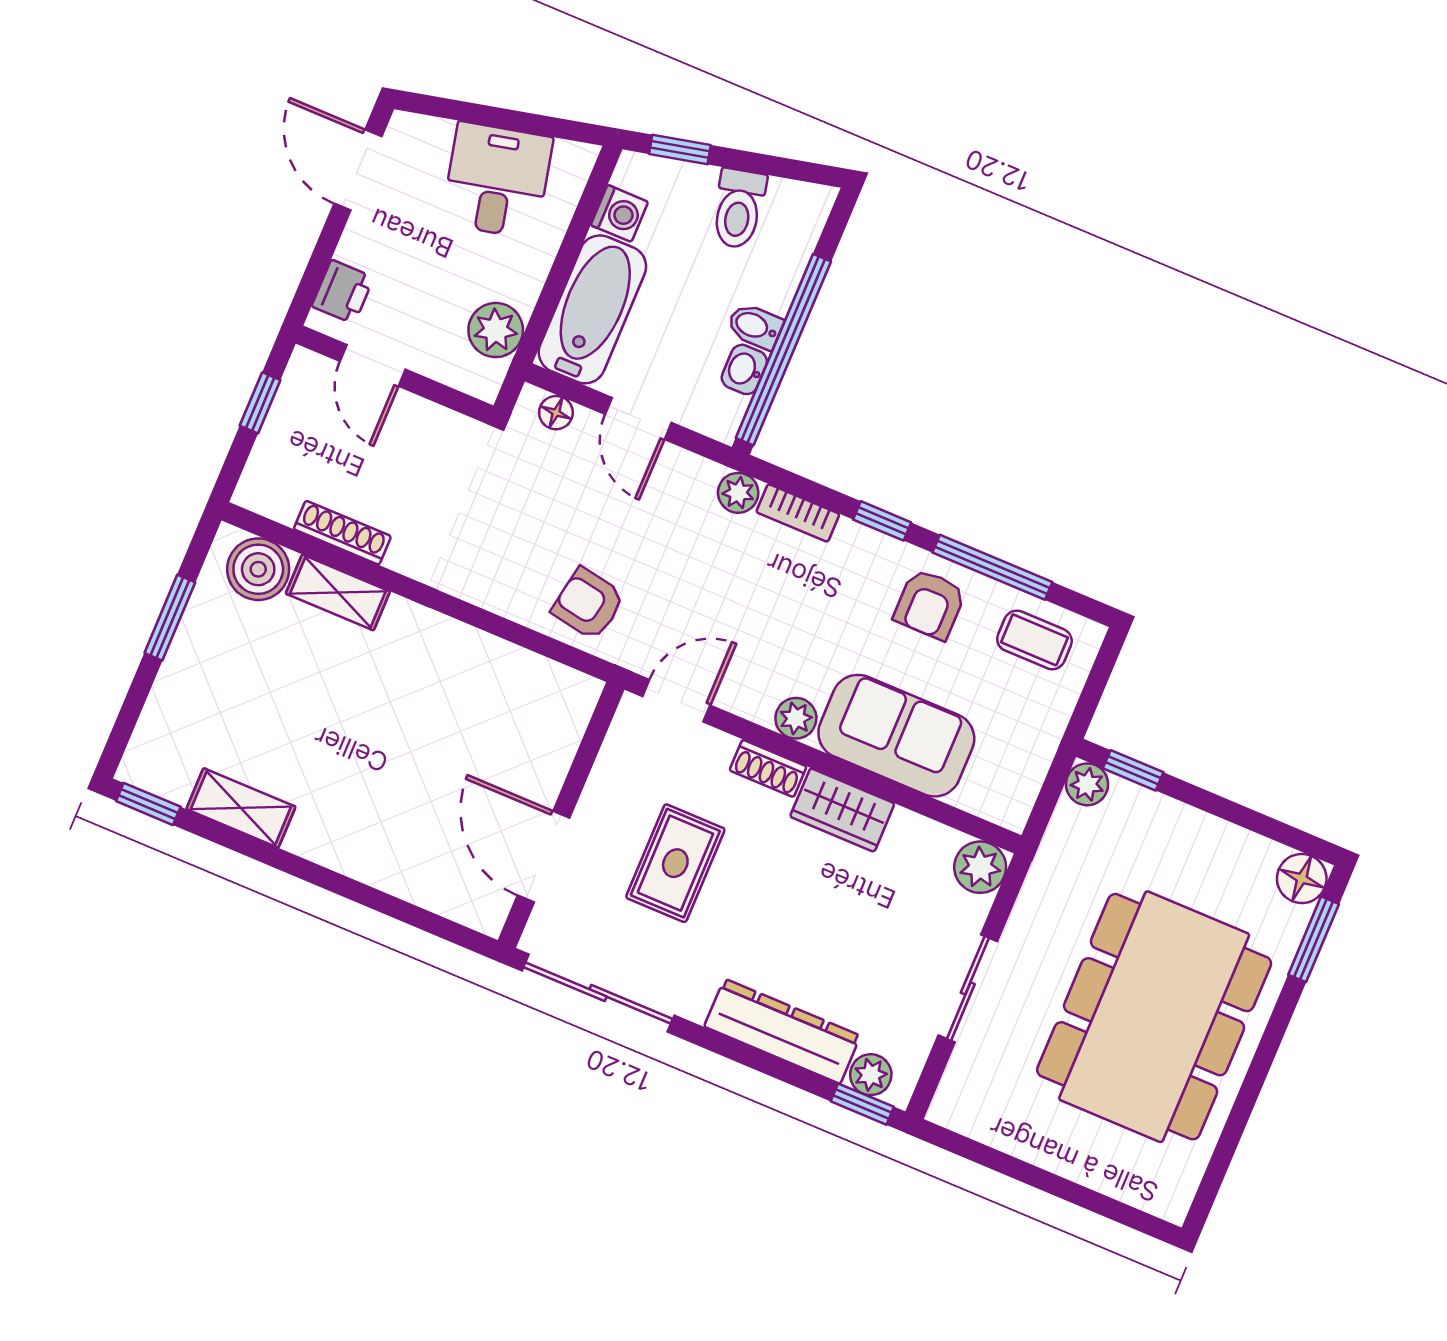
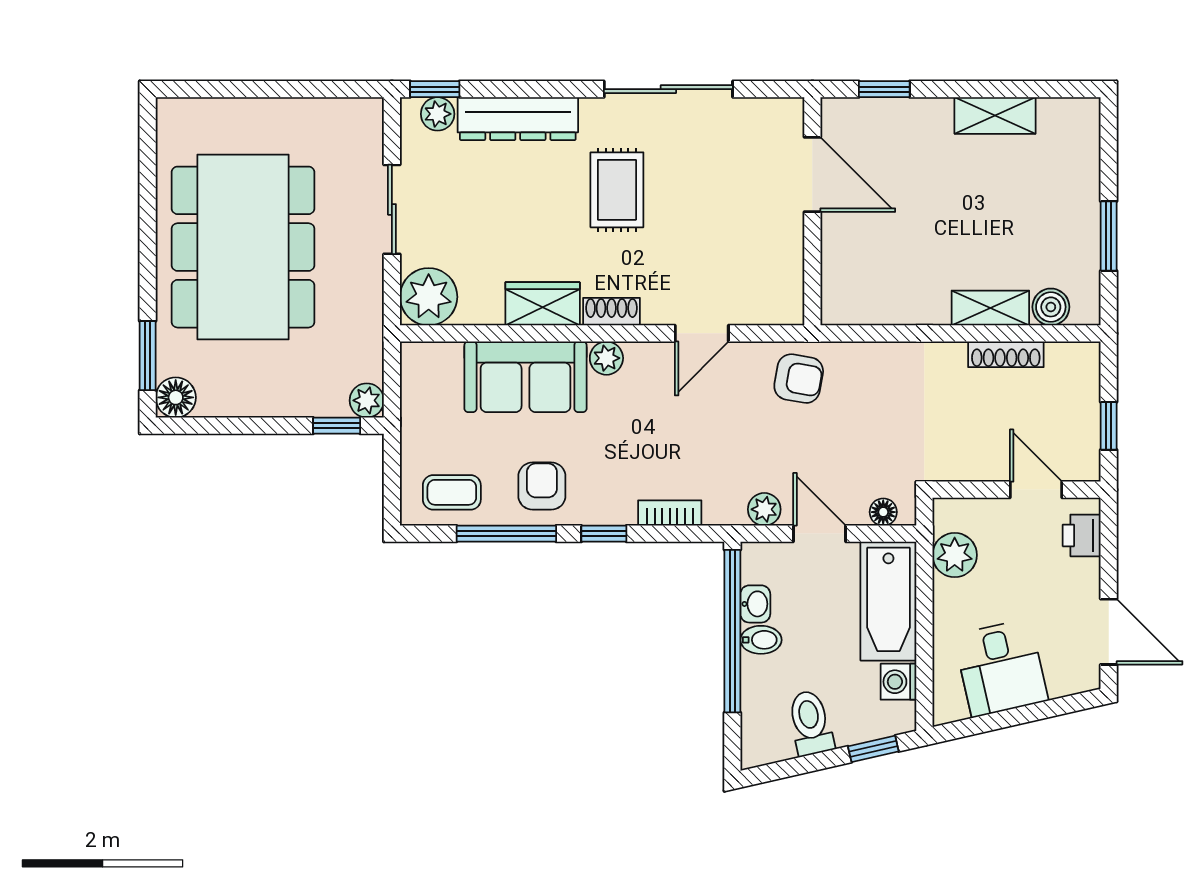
plant: (738, 493) -> (764, 509), moved
boiler: (258, 569) -> (1051, 307), width x0.73, depth x0.73
window: (148, 804) -> (884, 89), moved
wall: (561, 815) -> (812, 211), moved
door: (544, 857) -> (812, 174), moved
rug: (675, 863) -> (617, 190), moved
plant: (980, 867) -> (429, 297), width x1.36, depth x1.36

